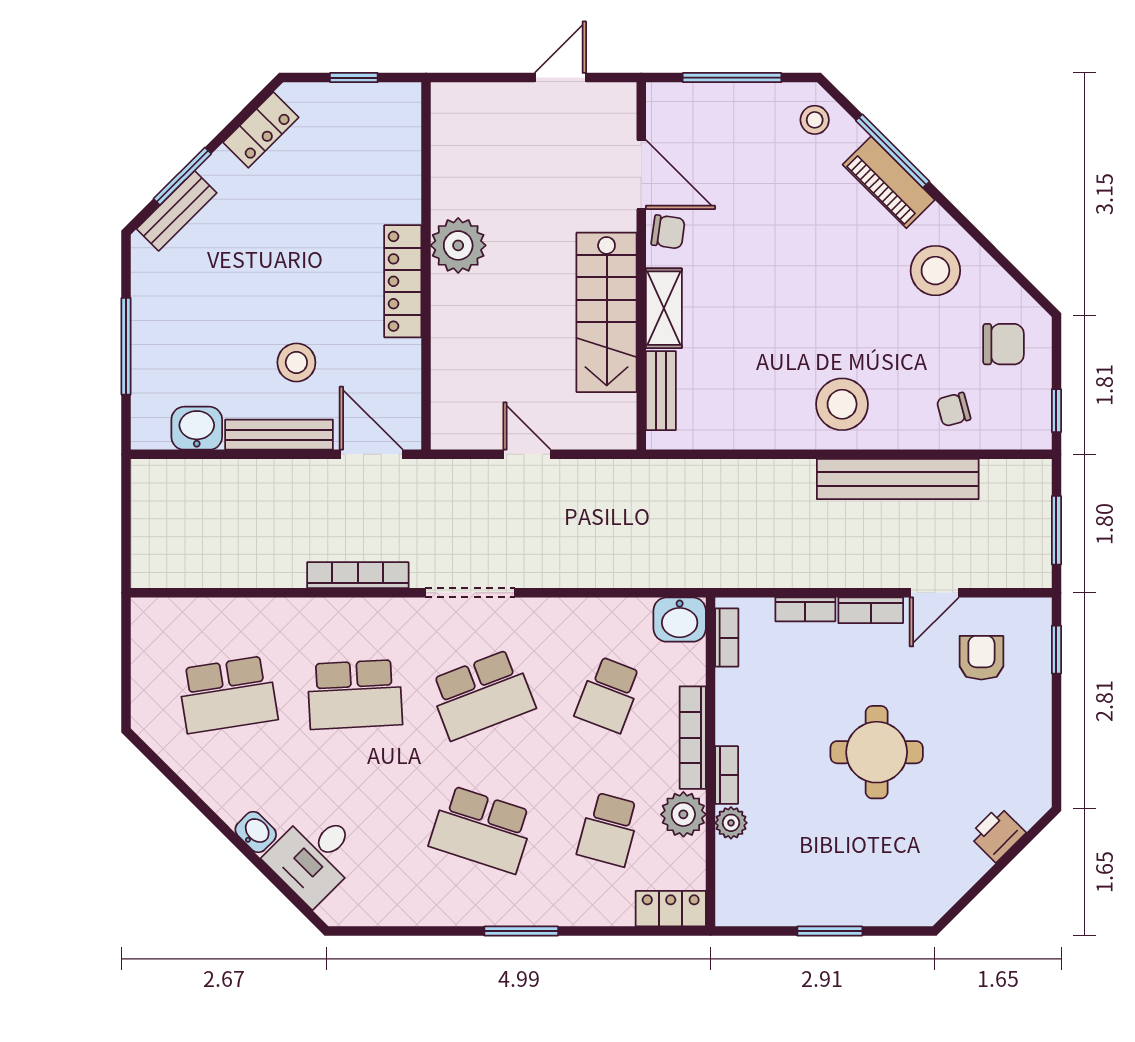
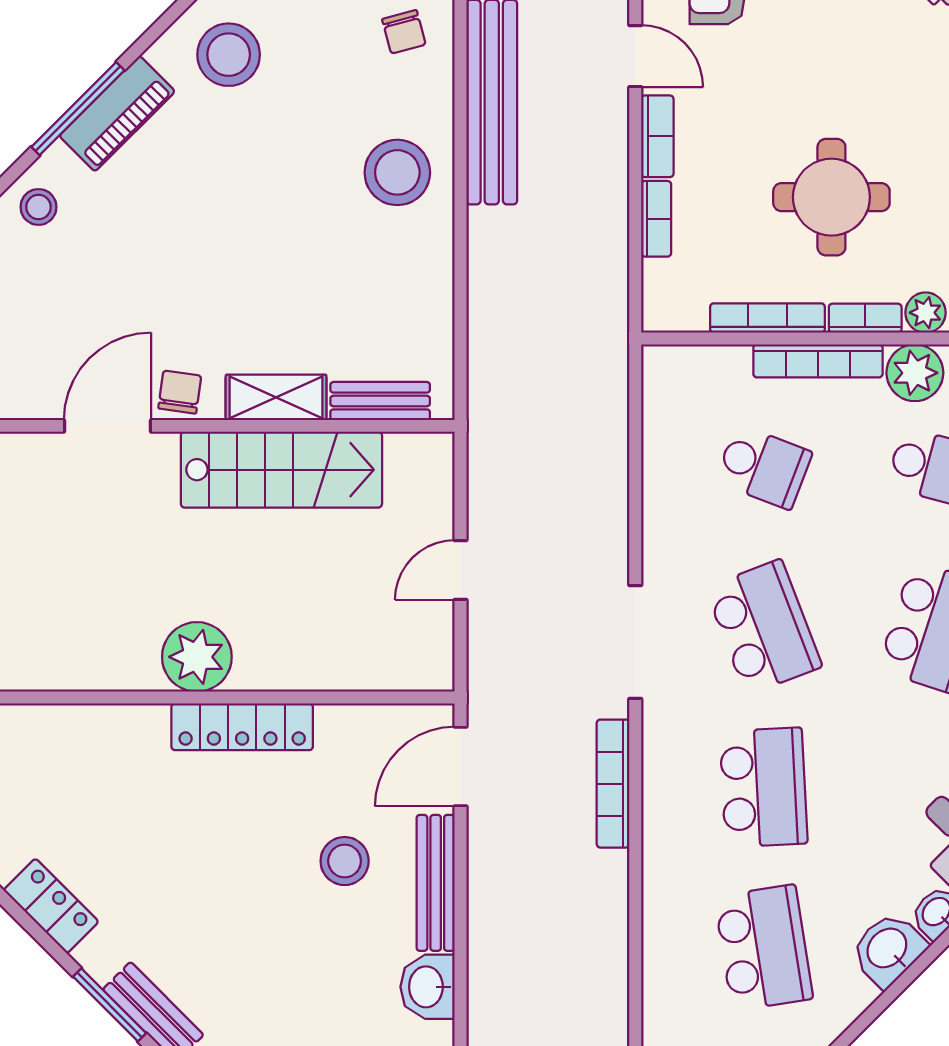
washbasin: (680, 620) -> (888, 949), moved, turned -135
bookcase: (727, 638) -> (767, 318), moved, width x1.56
round table: (877, 752) -> (831, 197), moved

